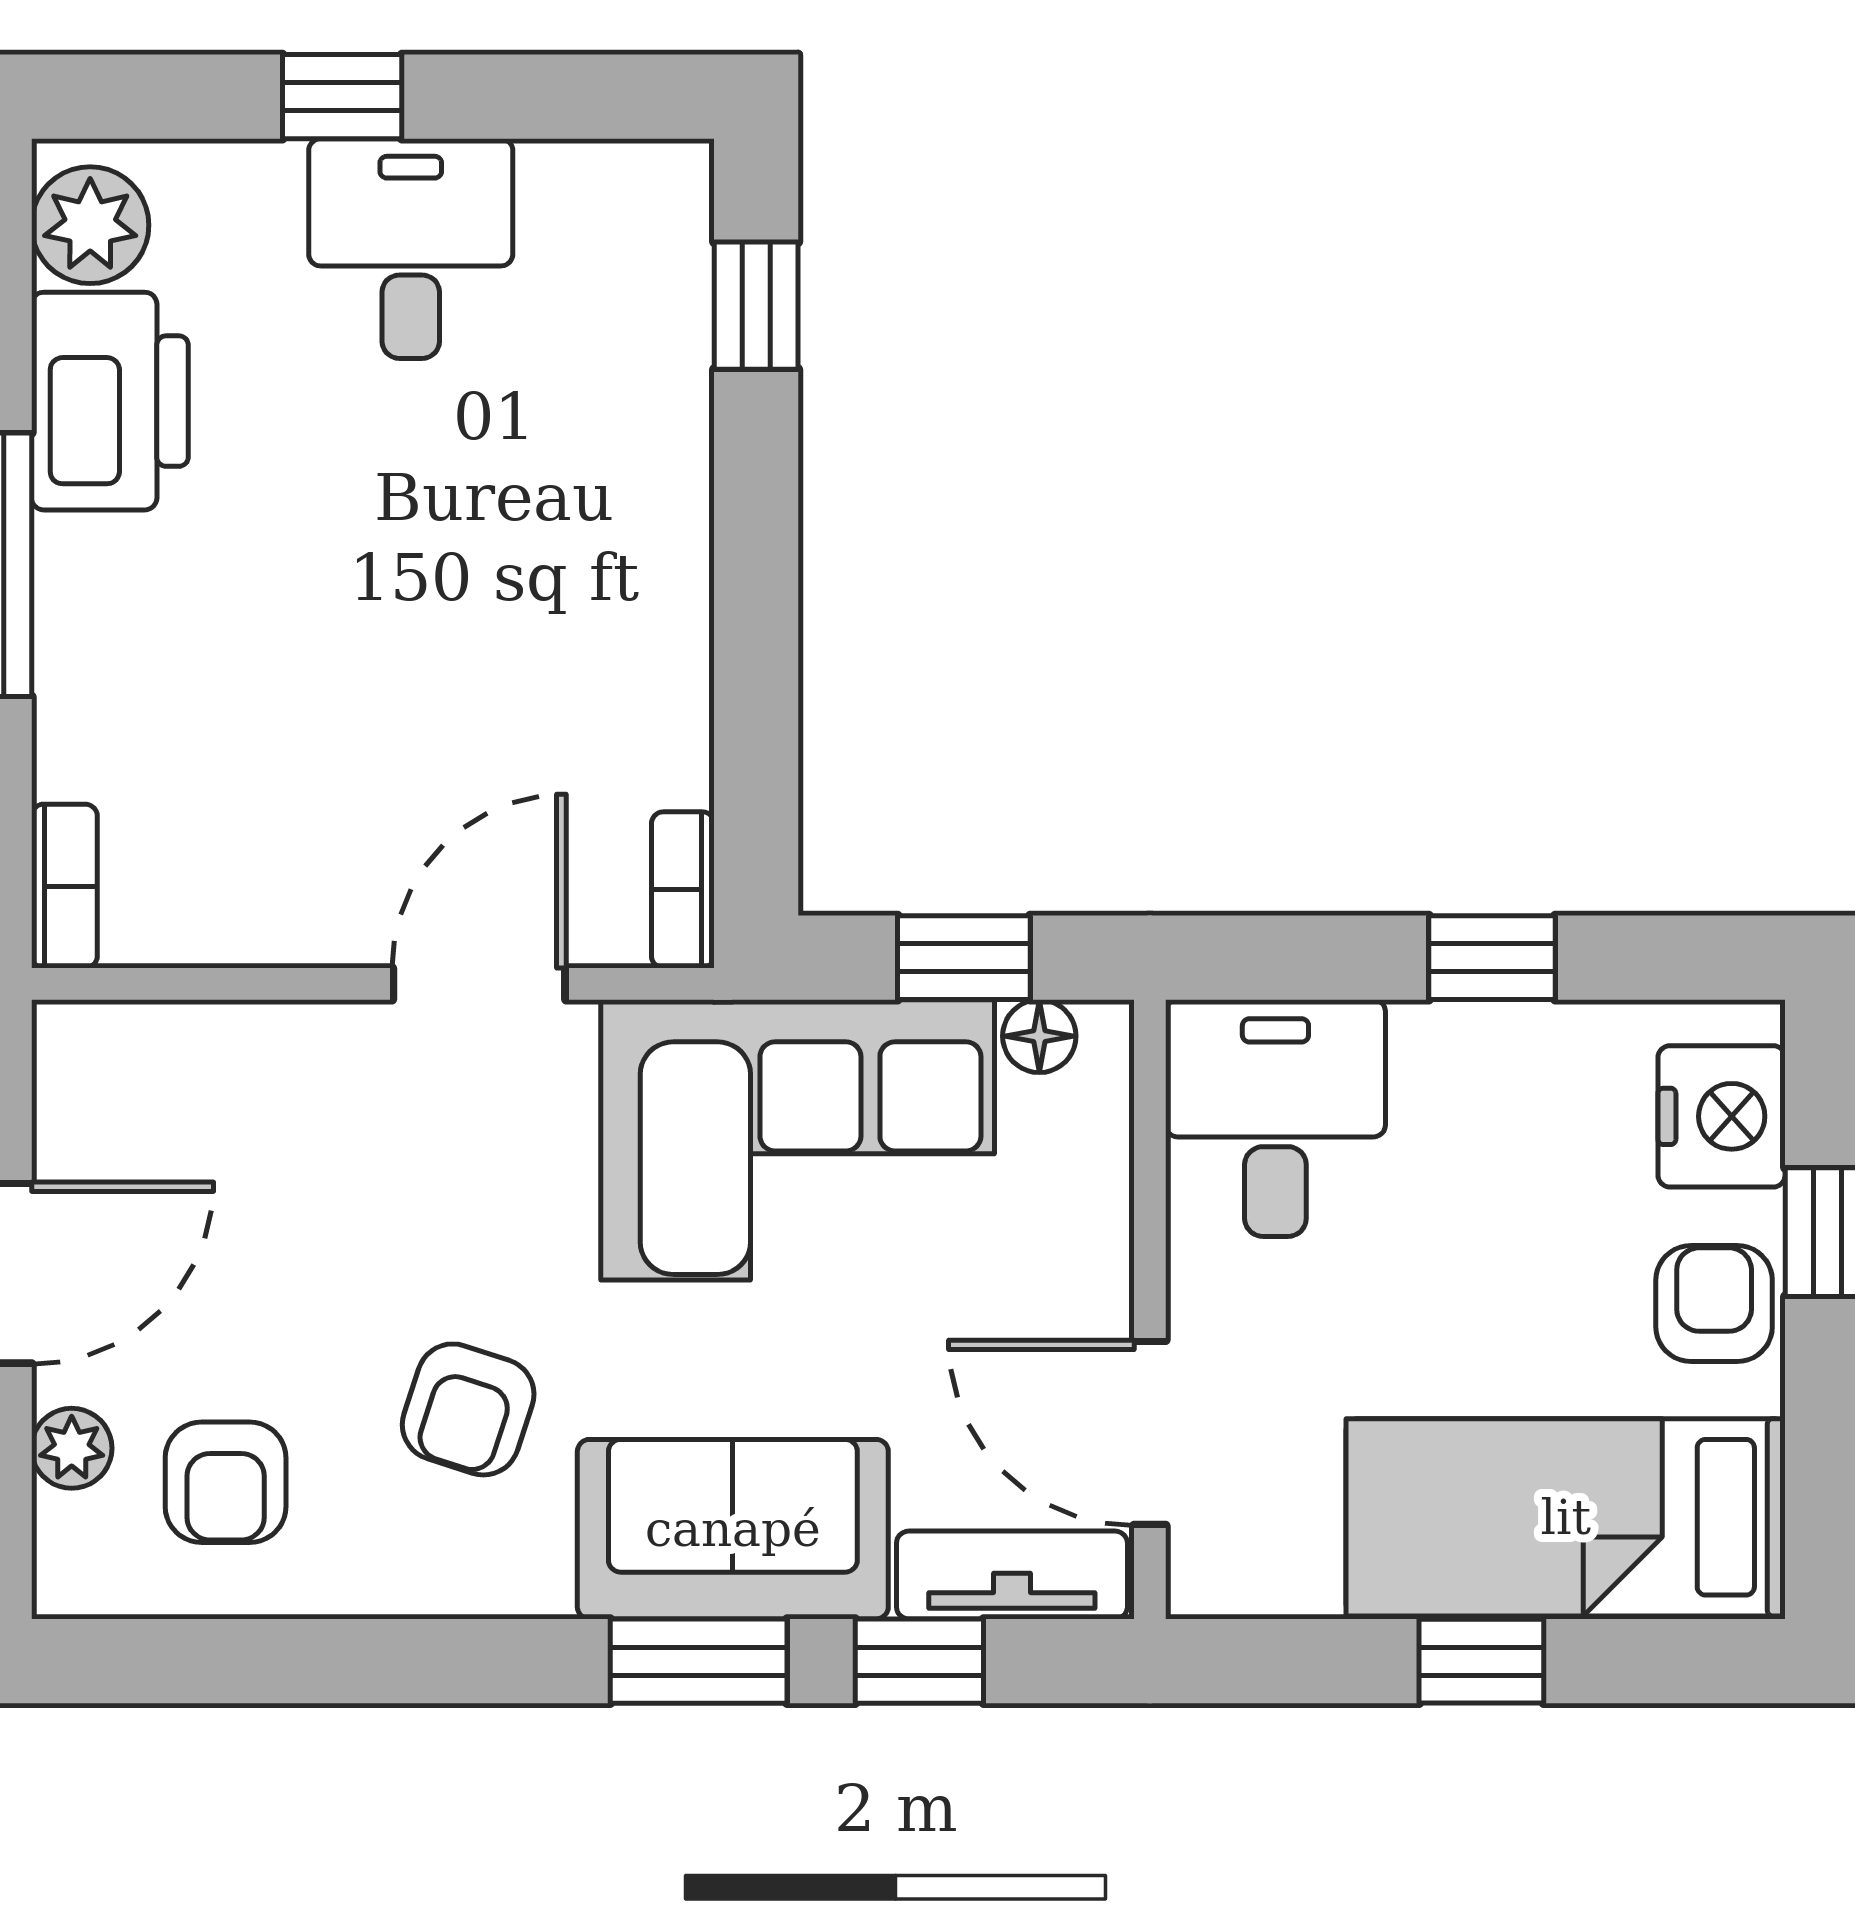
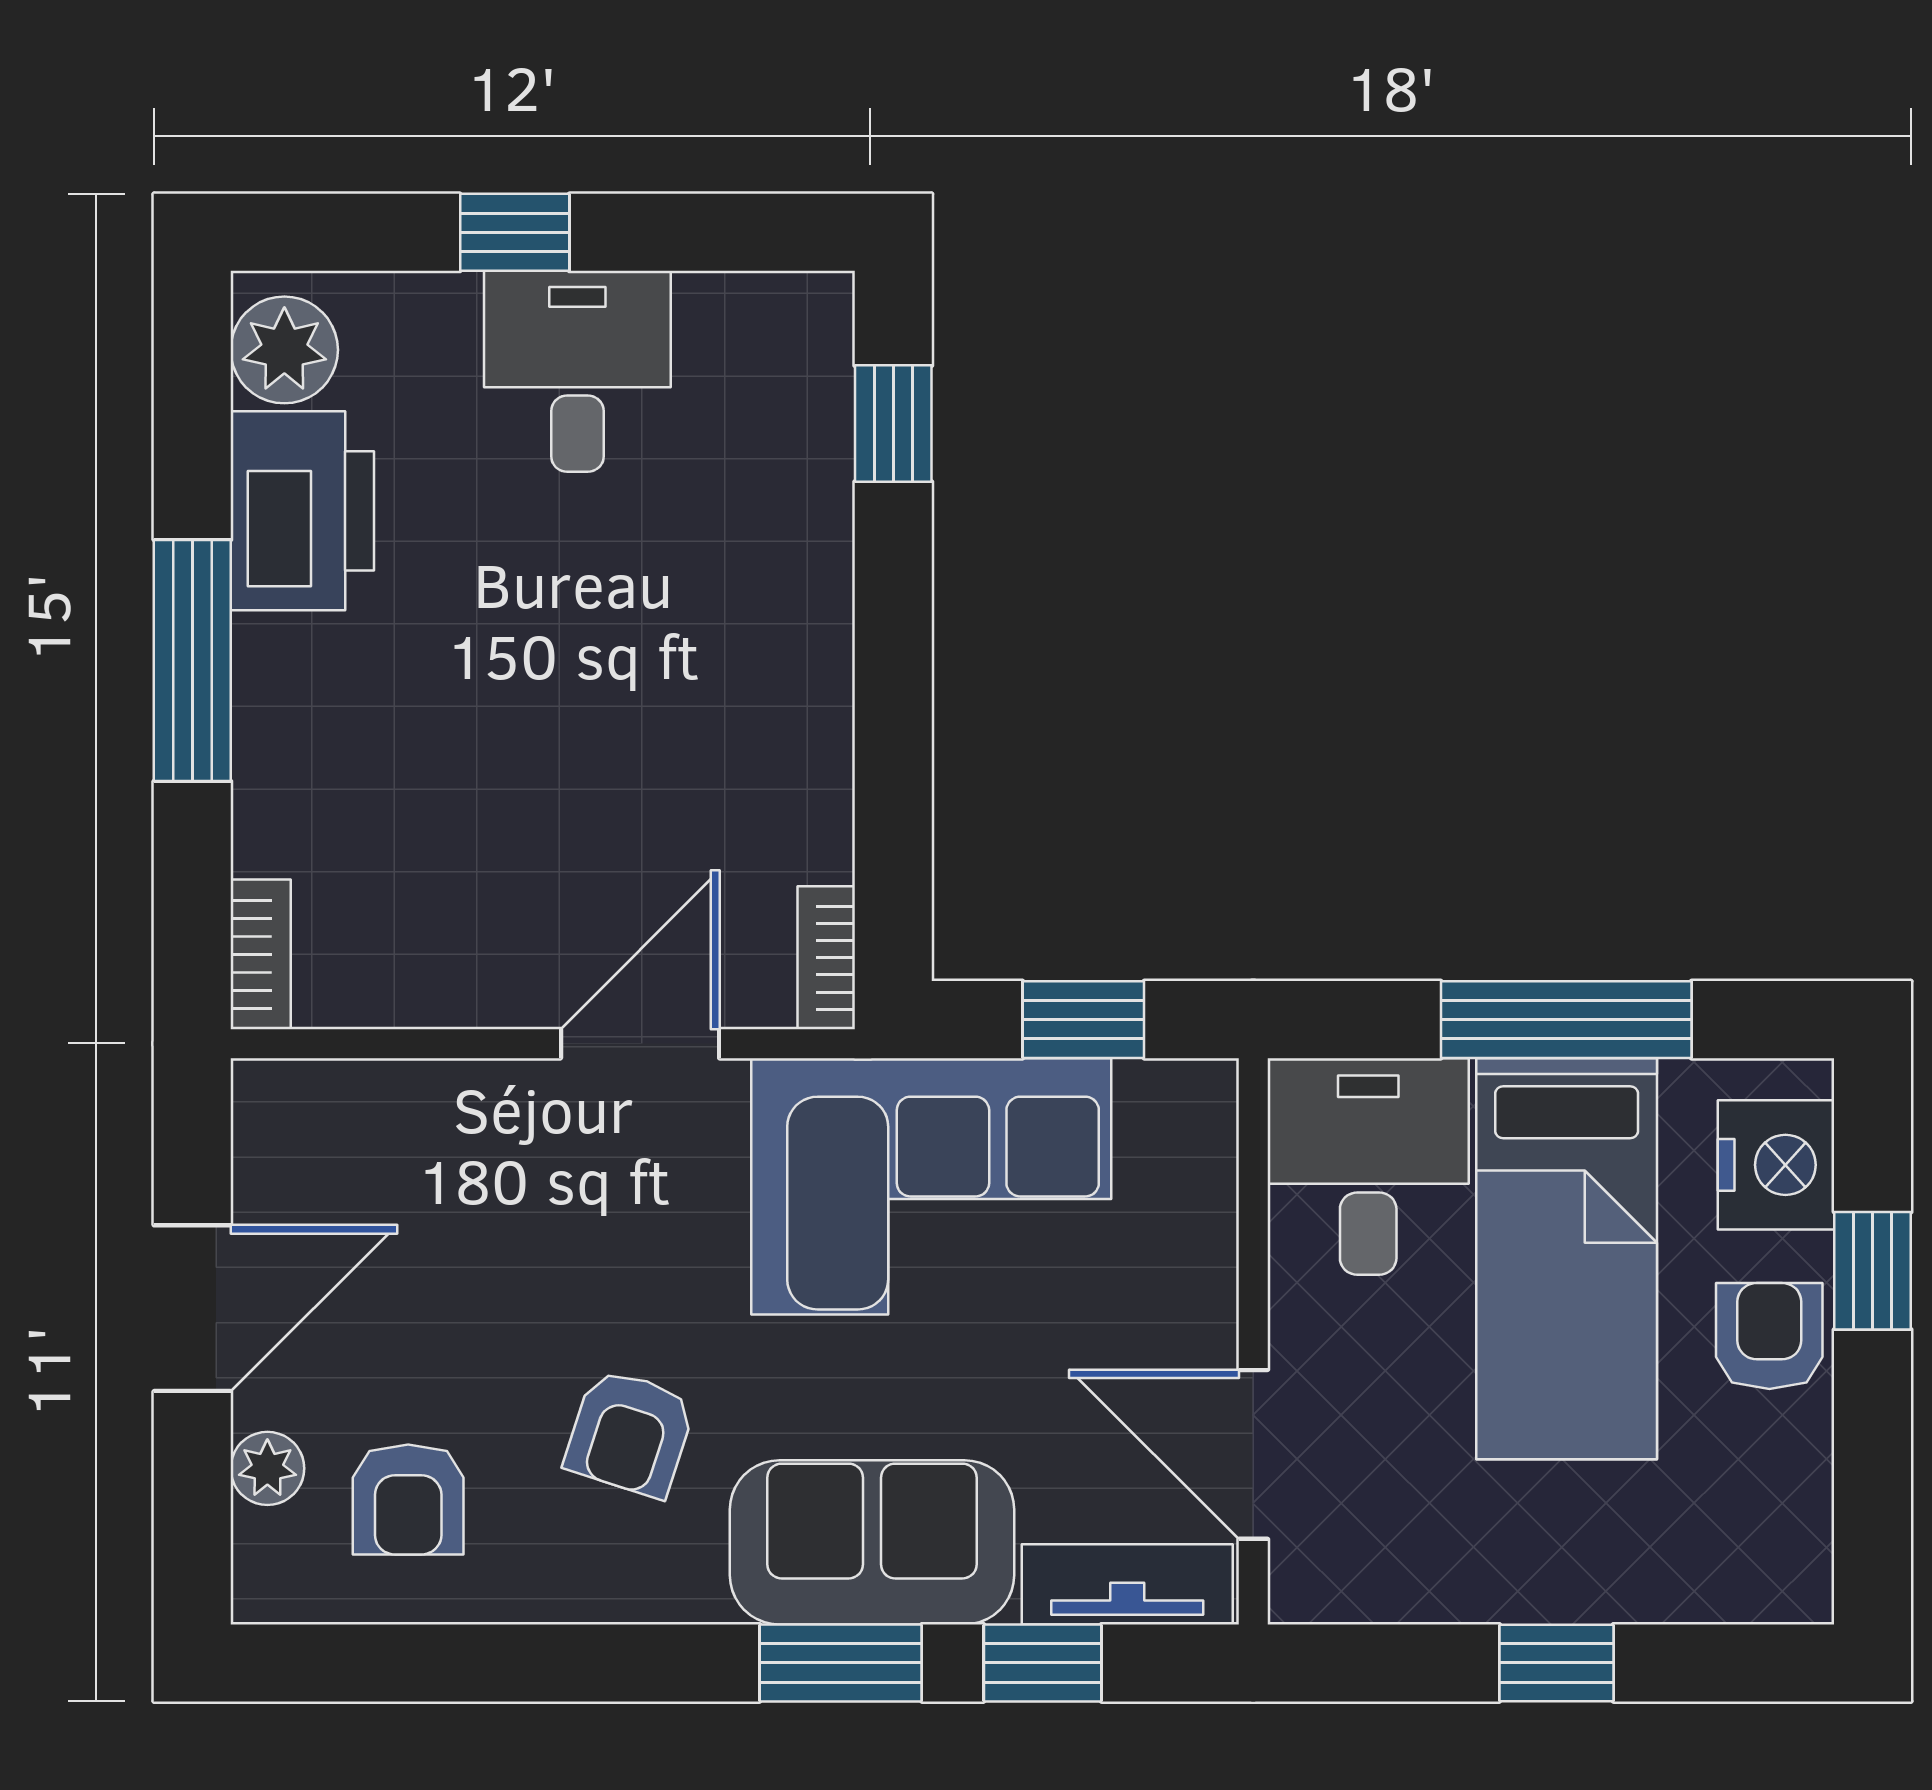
window: (1492, 958) -> (1566, 1020), width x2.17
floor lamp: (1039, 1036) -> (1152, 1092), removed
bed: (1566, 1517) -> (1567, 1259), moved, turned -90

